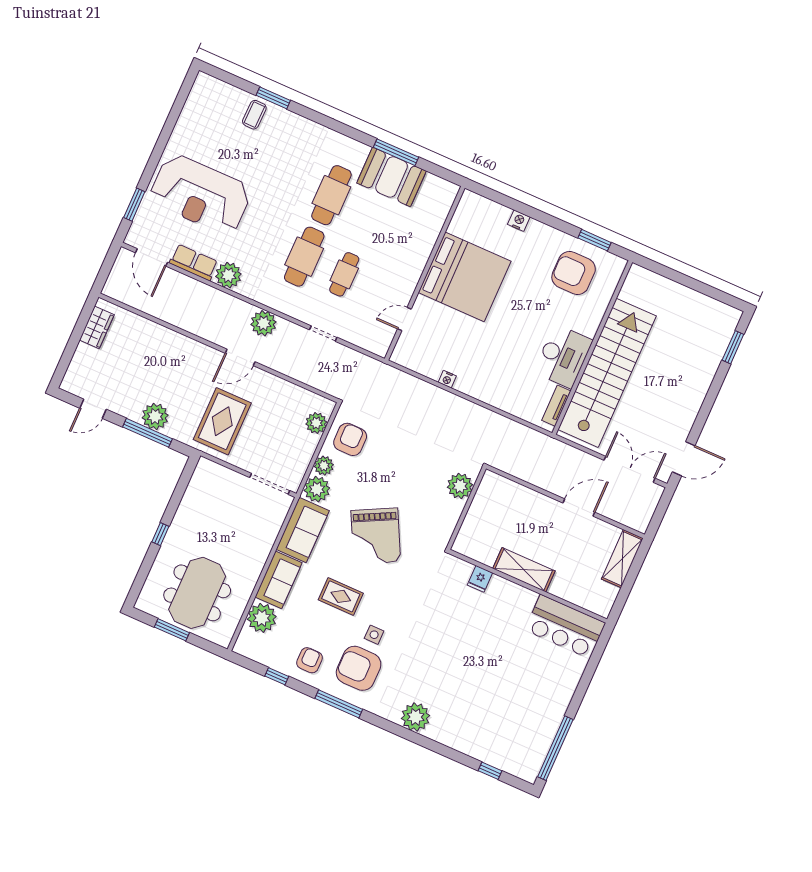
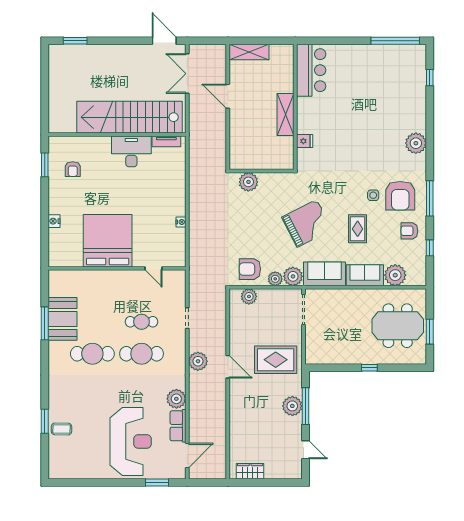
armchair: (574, 273) -> (73, 169), width x0.53, depth x0.53

